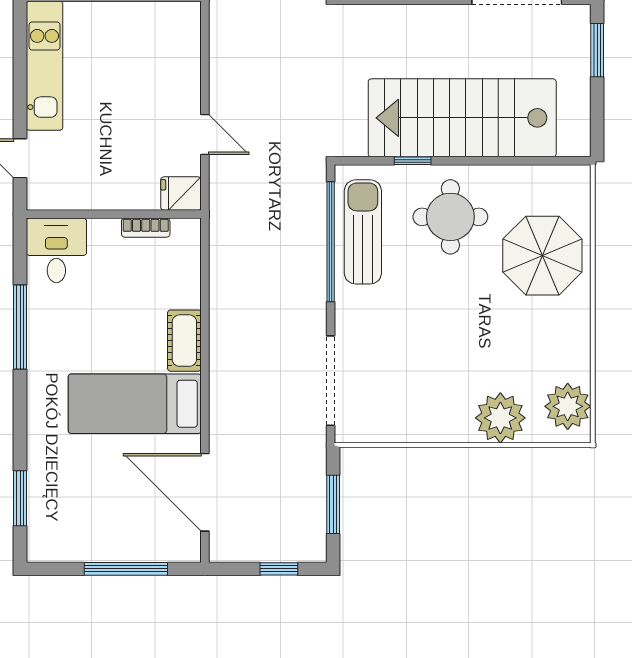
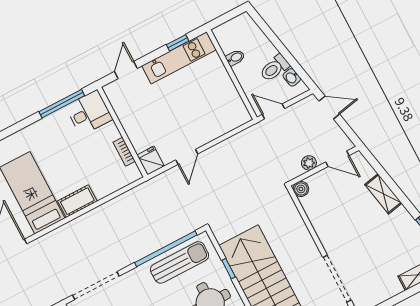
window: (20, 56) -> (178, 43), added
window: (20, 327) -> (62, 104), moved

